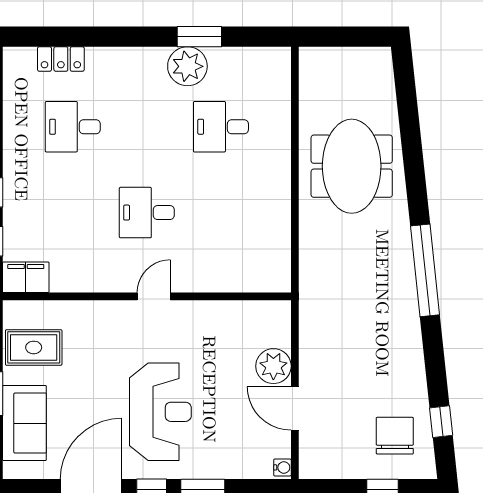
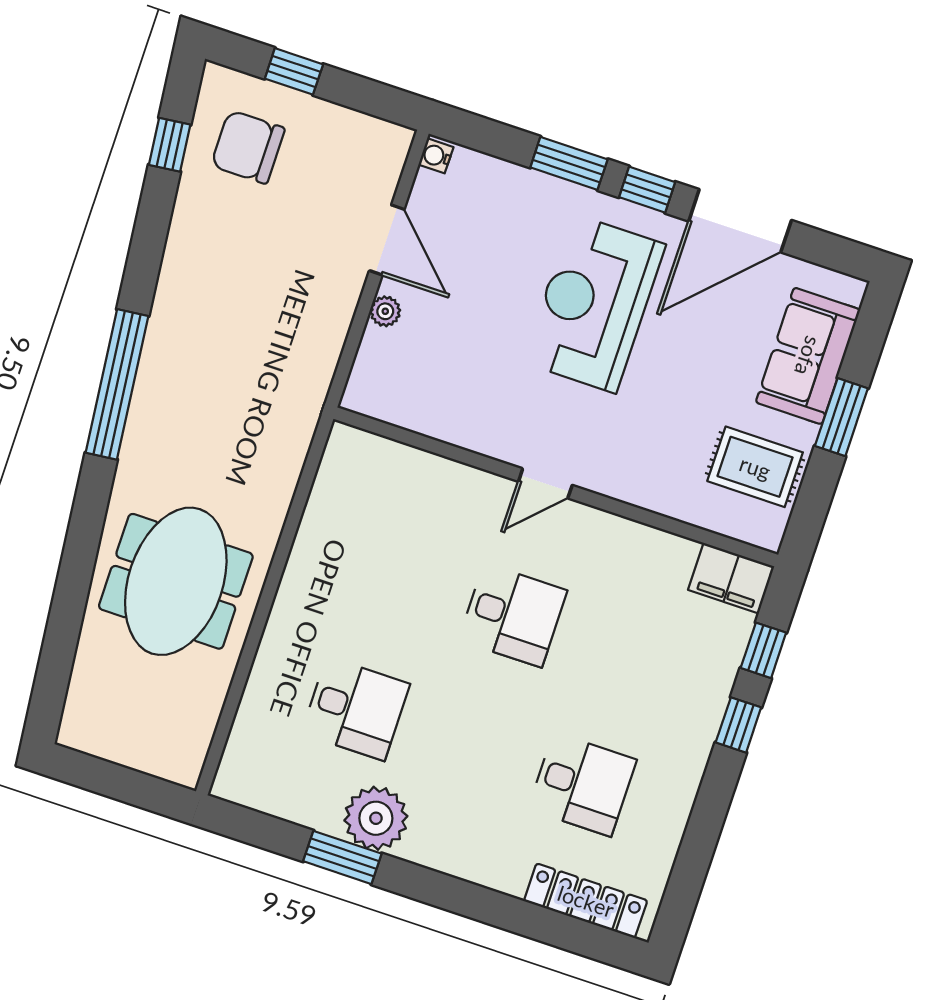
locker: (61, 59) -> (586, 901), width x1.53
plant: (273, 366) -> (385, 311), width x0.53, depth x0.53
chair: (395, 436) -> (248, 147), turned 90

